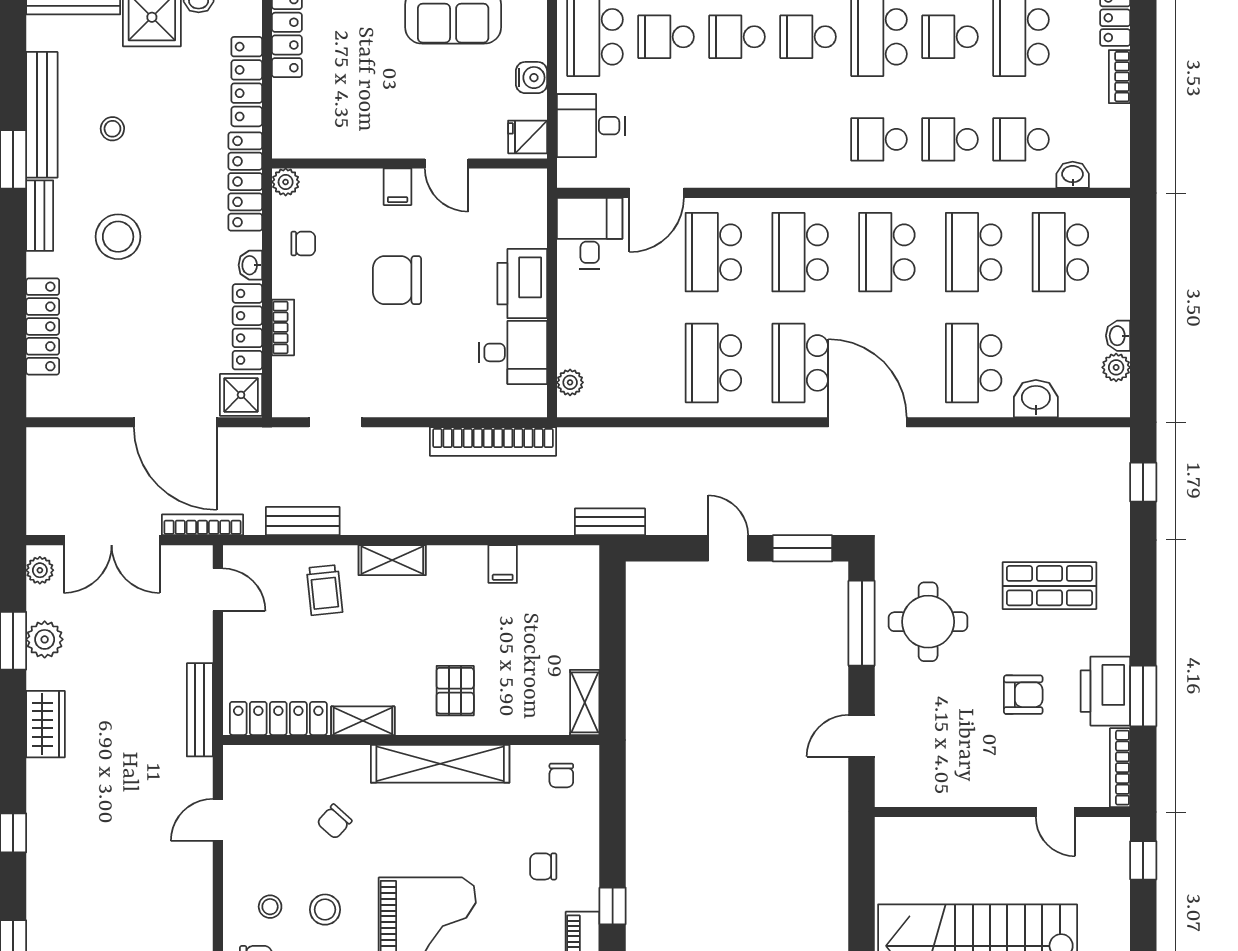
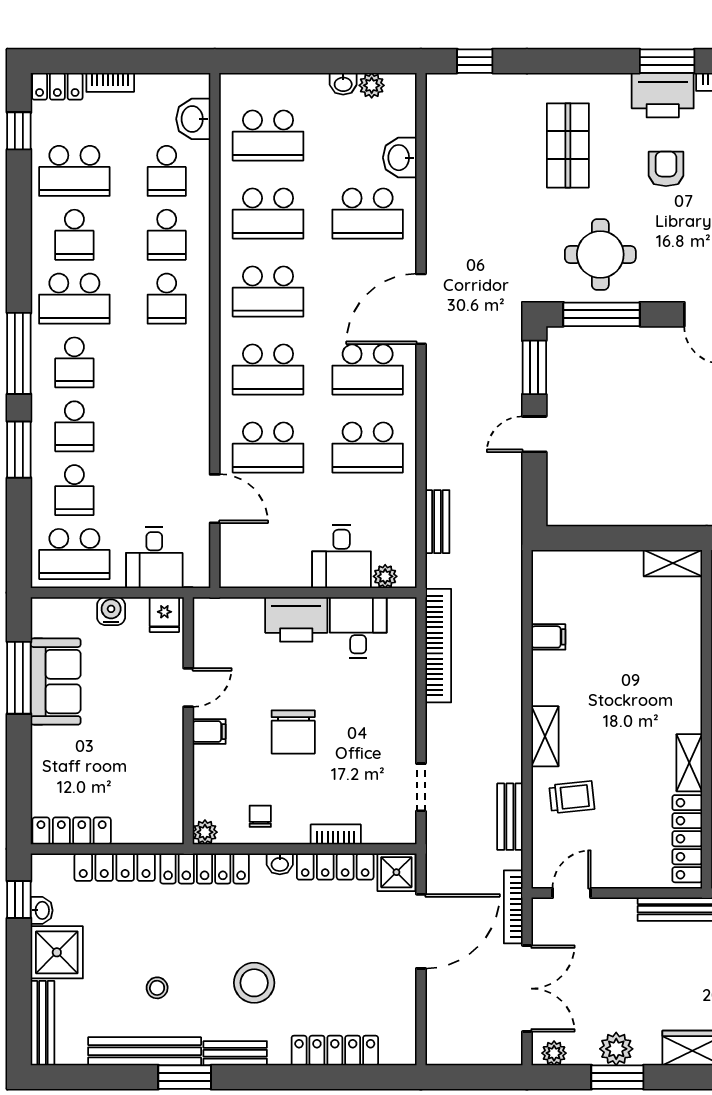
washbasin: (1073, 175) -> (193, 119), width x1.38, depth x1.45
desk: (590, 233) -> (342, 556), moved, turned -90
bench: (610, 522) -> (437, 522), moved
pallet: (455, 691) -> (662, 680), removed

